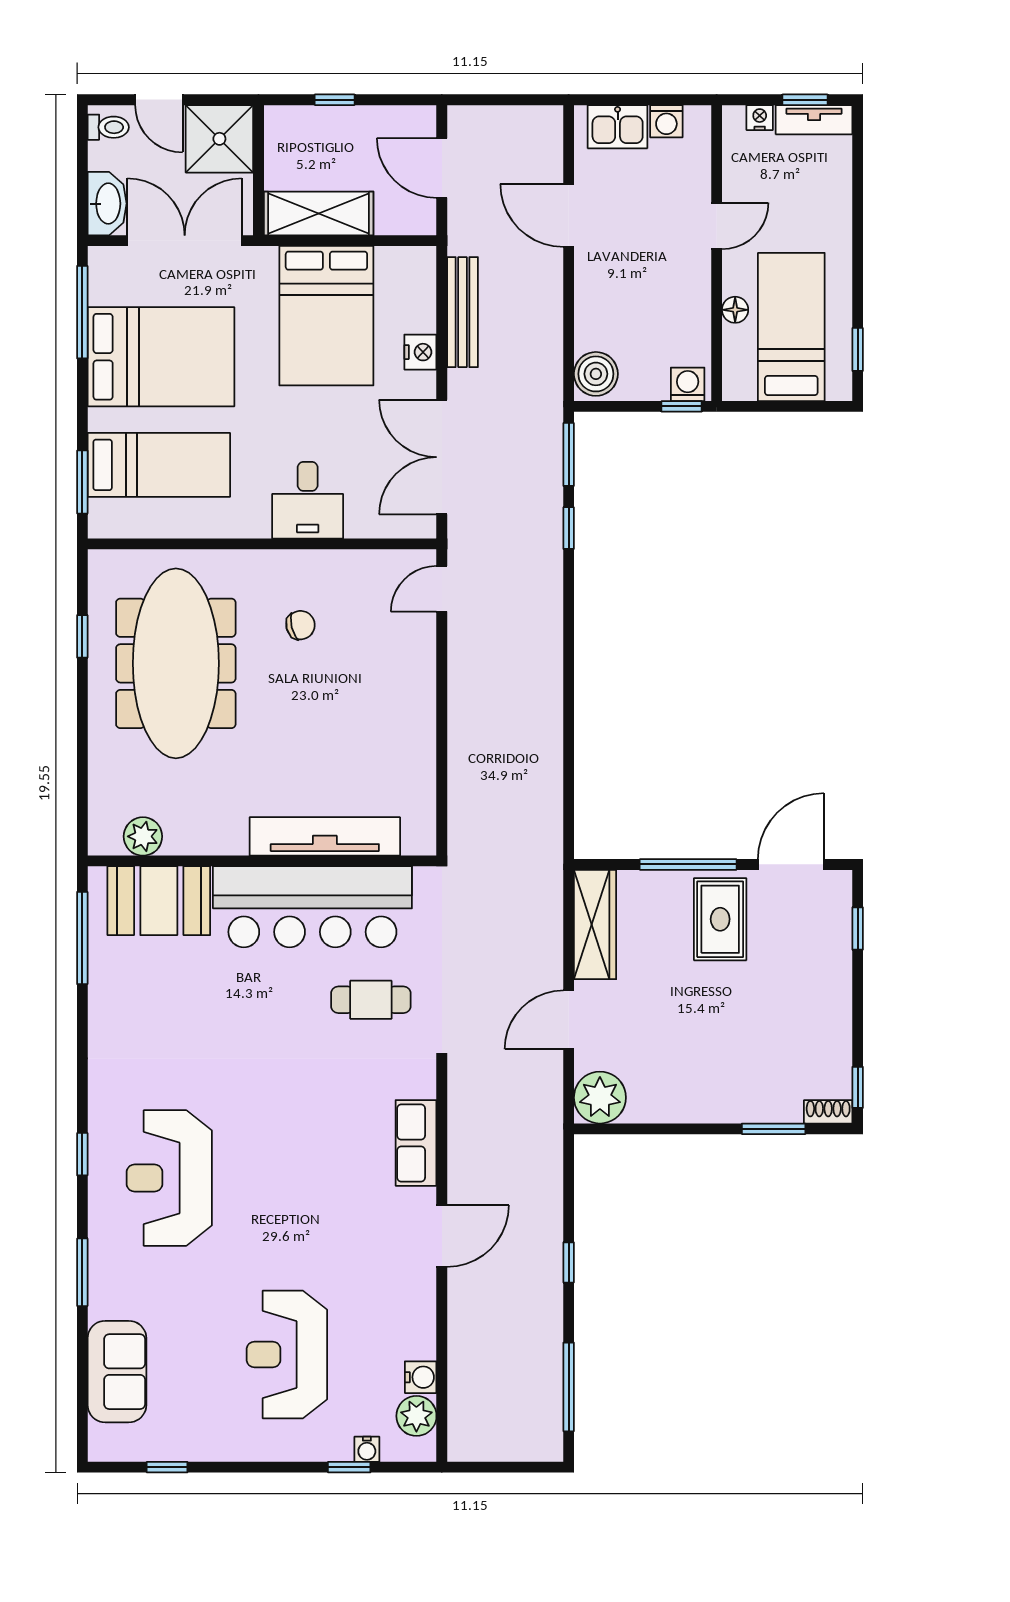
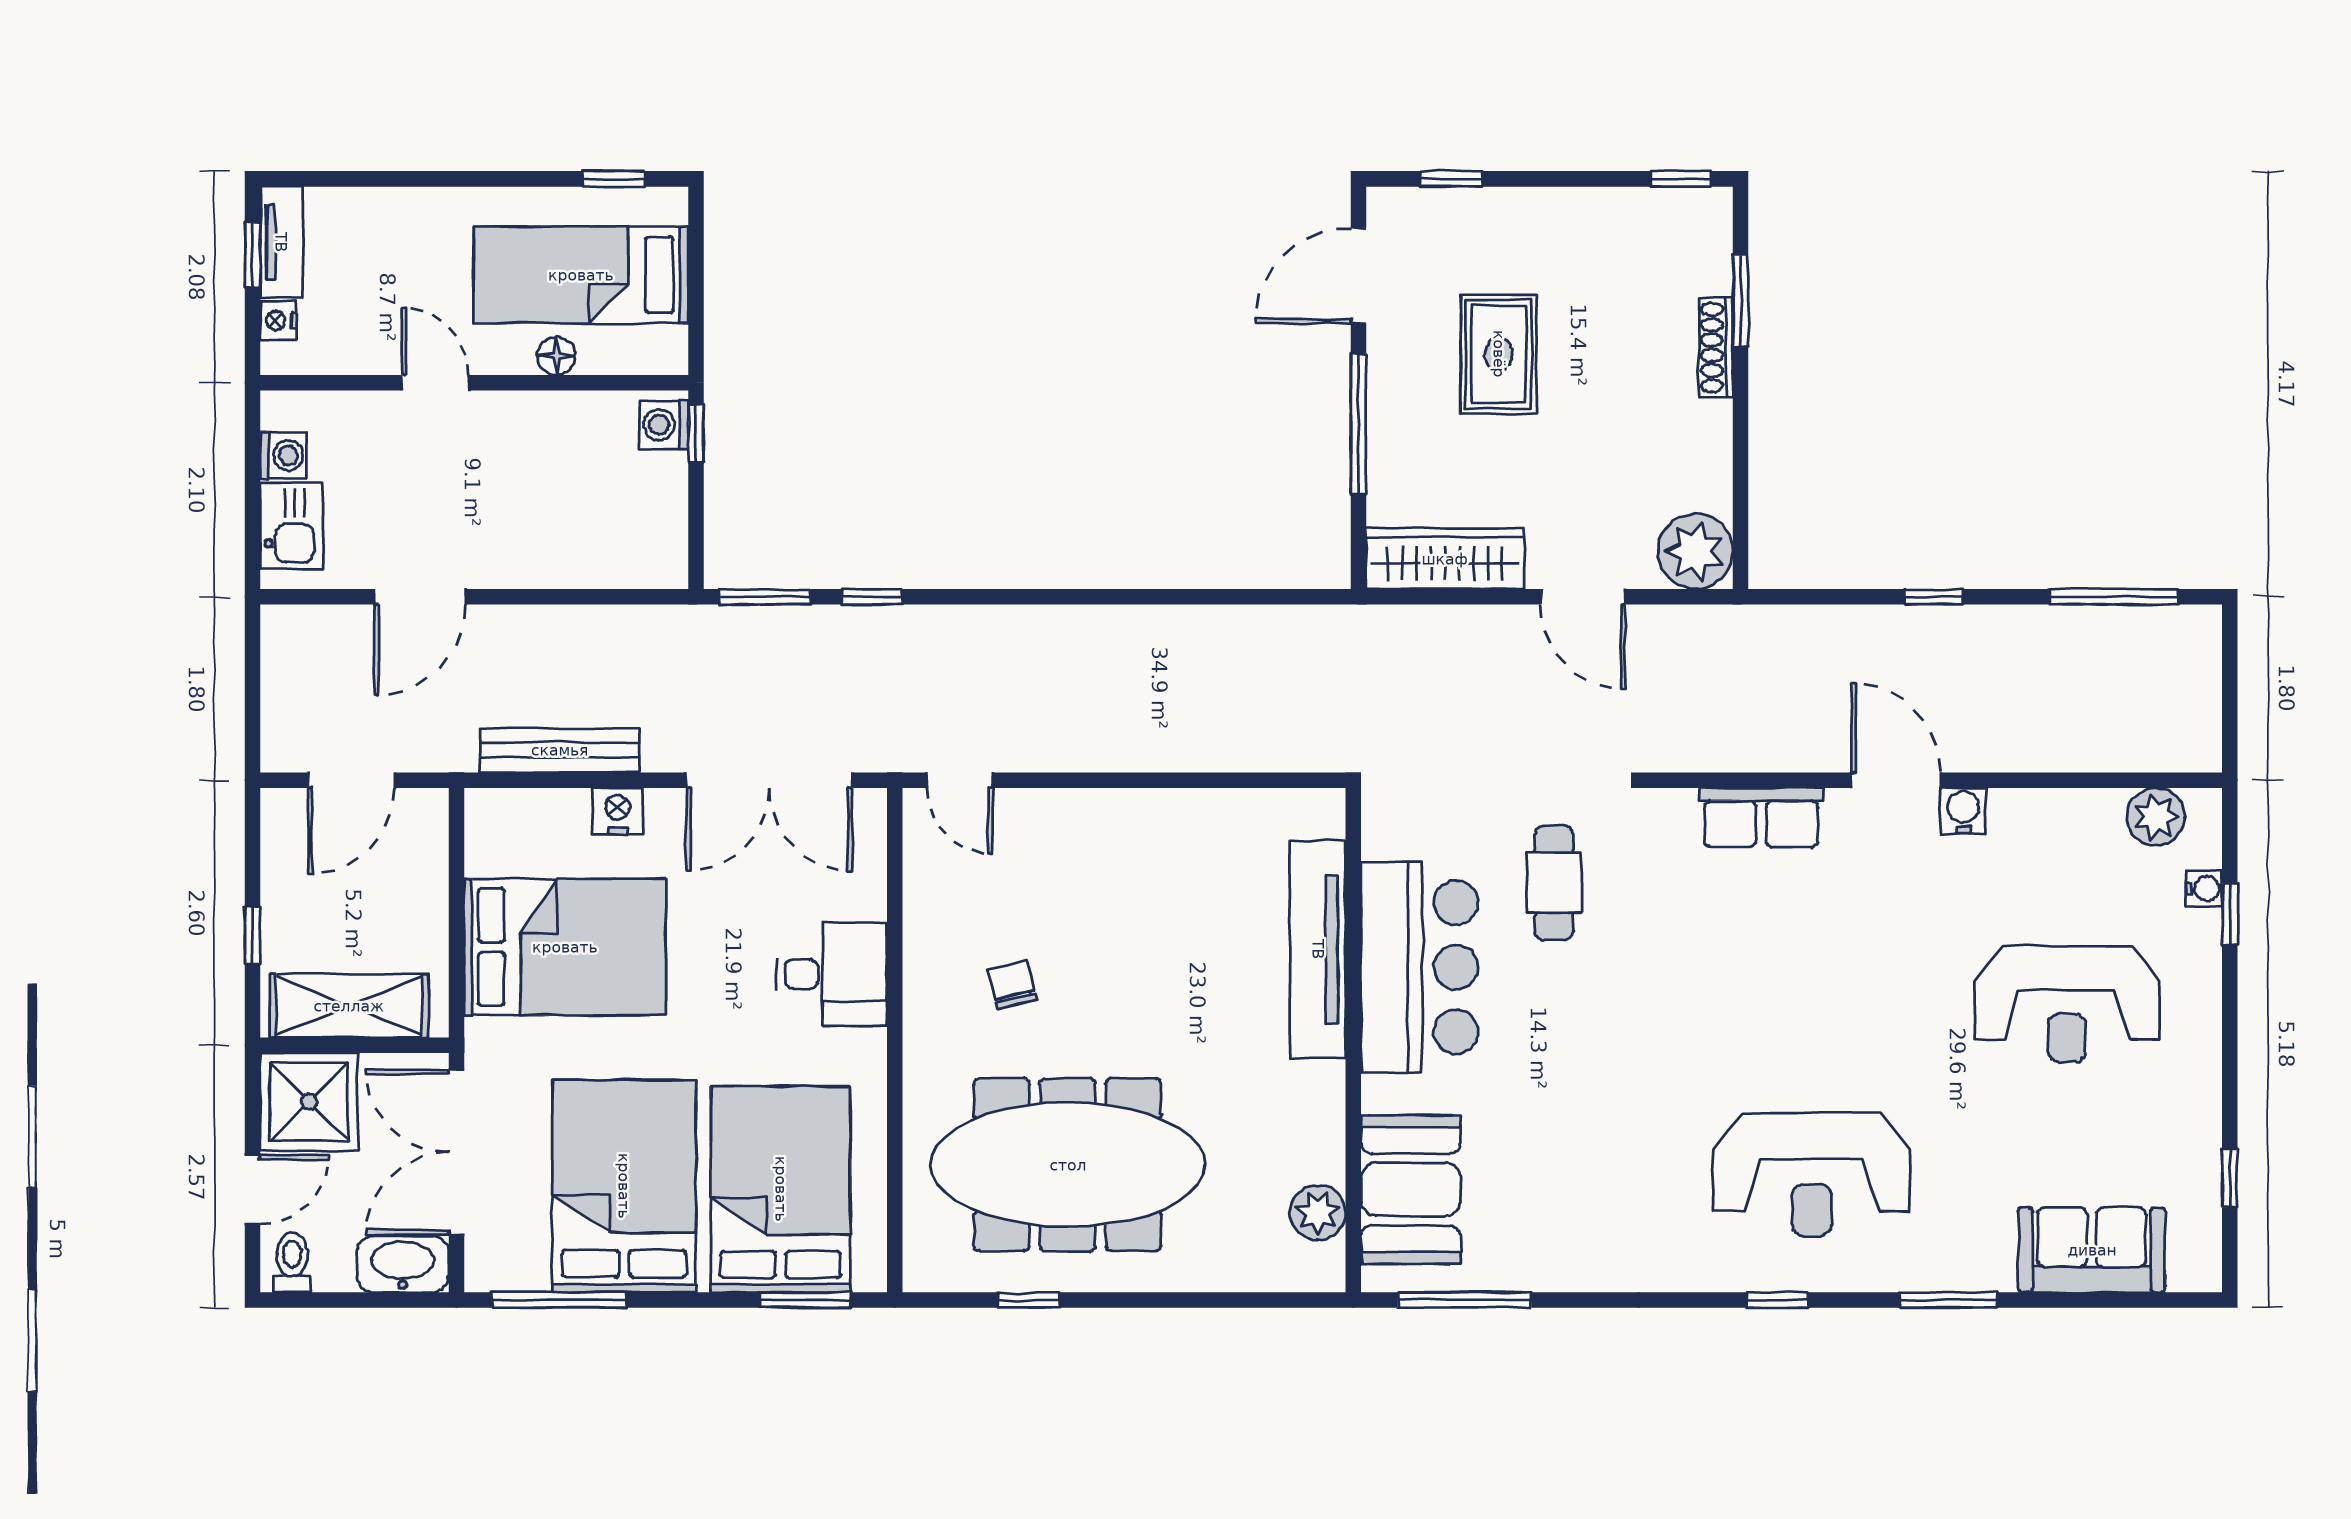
shelving: (319, 214) -> (349, 1006), moved, turned 90
boiler: (596, 374) -> (649, 557), removed
bed: (159, 465) -> (781, 1189), width x1.50
door: (791, 864) -> (1358, 275), hinge flipped
bar counter: (312, 907) -> (1420, 967), width x0.73
rug: (720, 919) -> (1499, 354), moved, turned 90
shoe rack: (828, 1112) -> (1716, 348), moved, width x1.43
water cooler: (421, 1377) -> (1963, 811), moved

